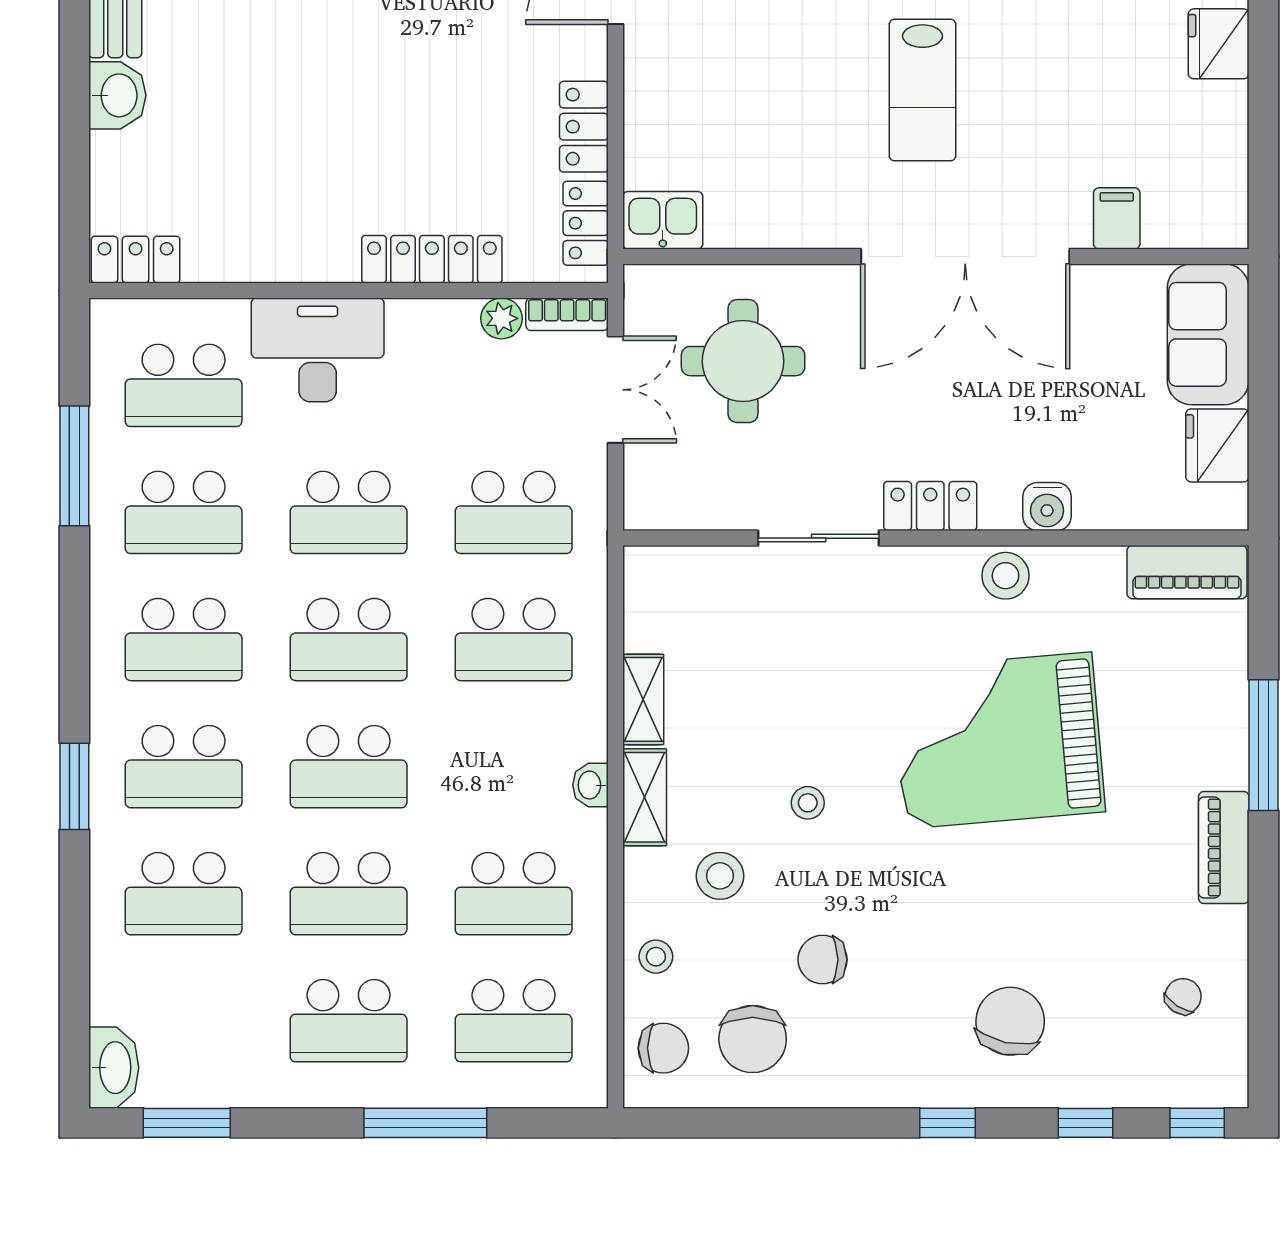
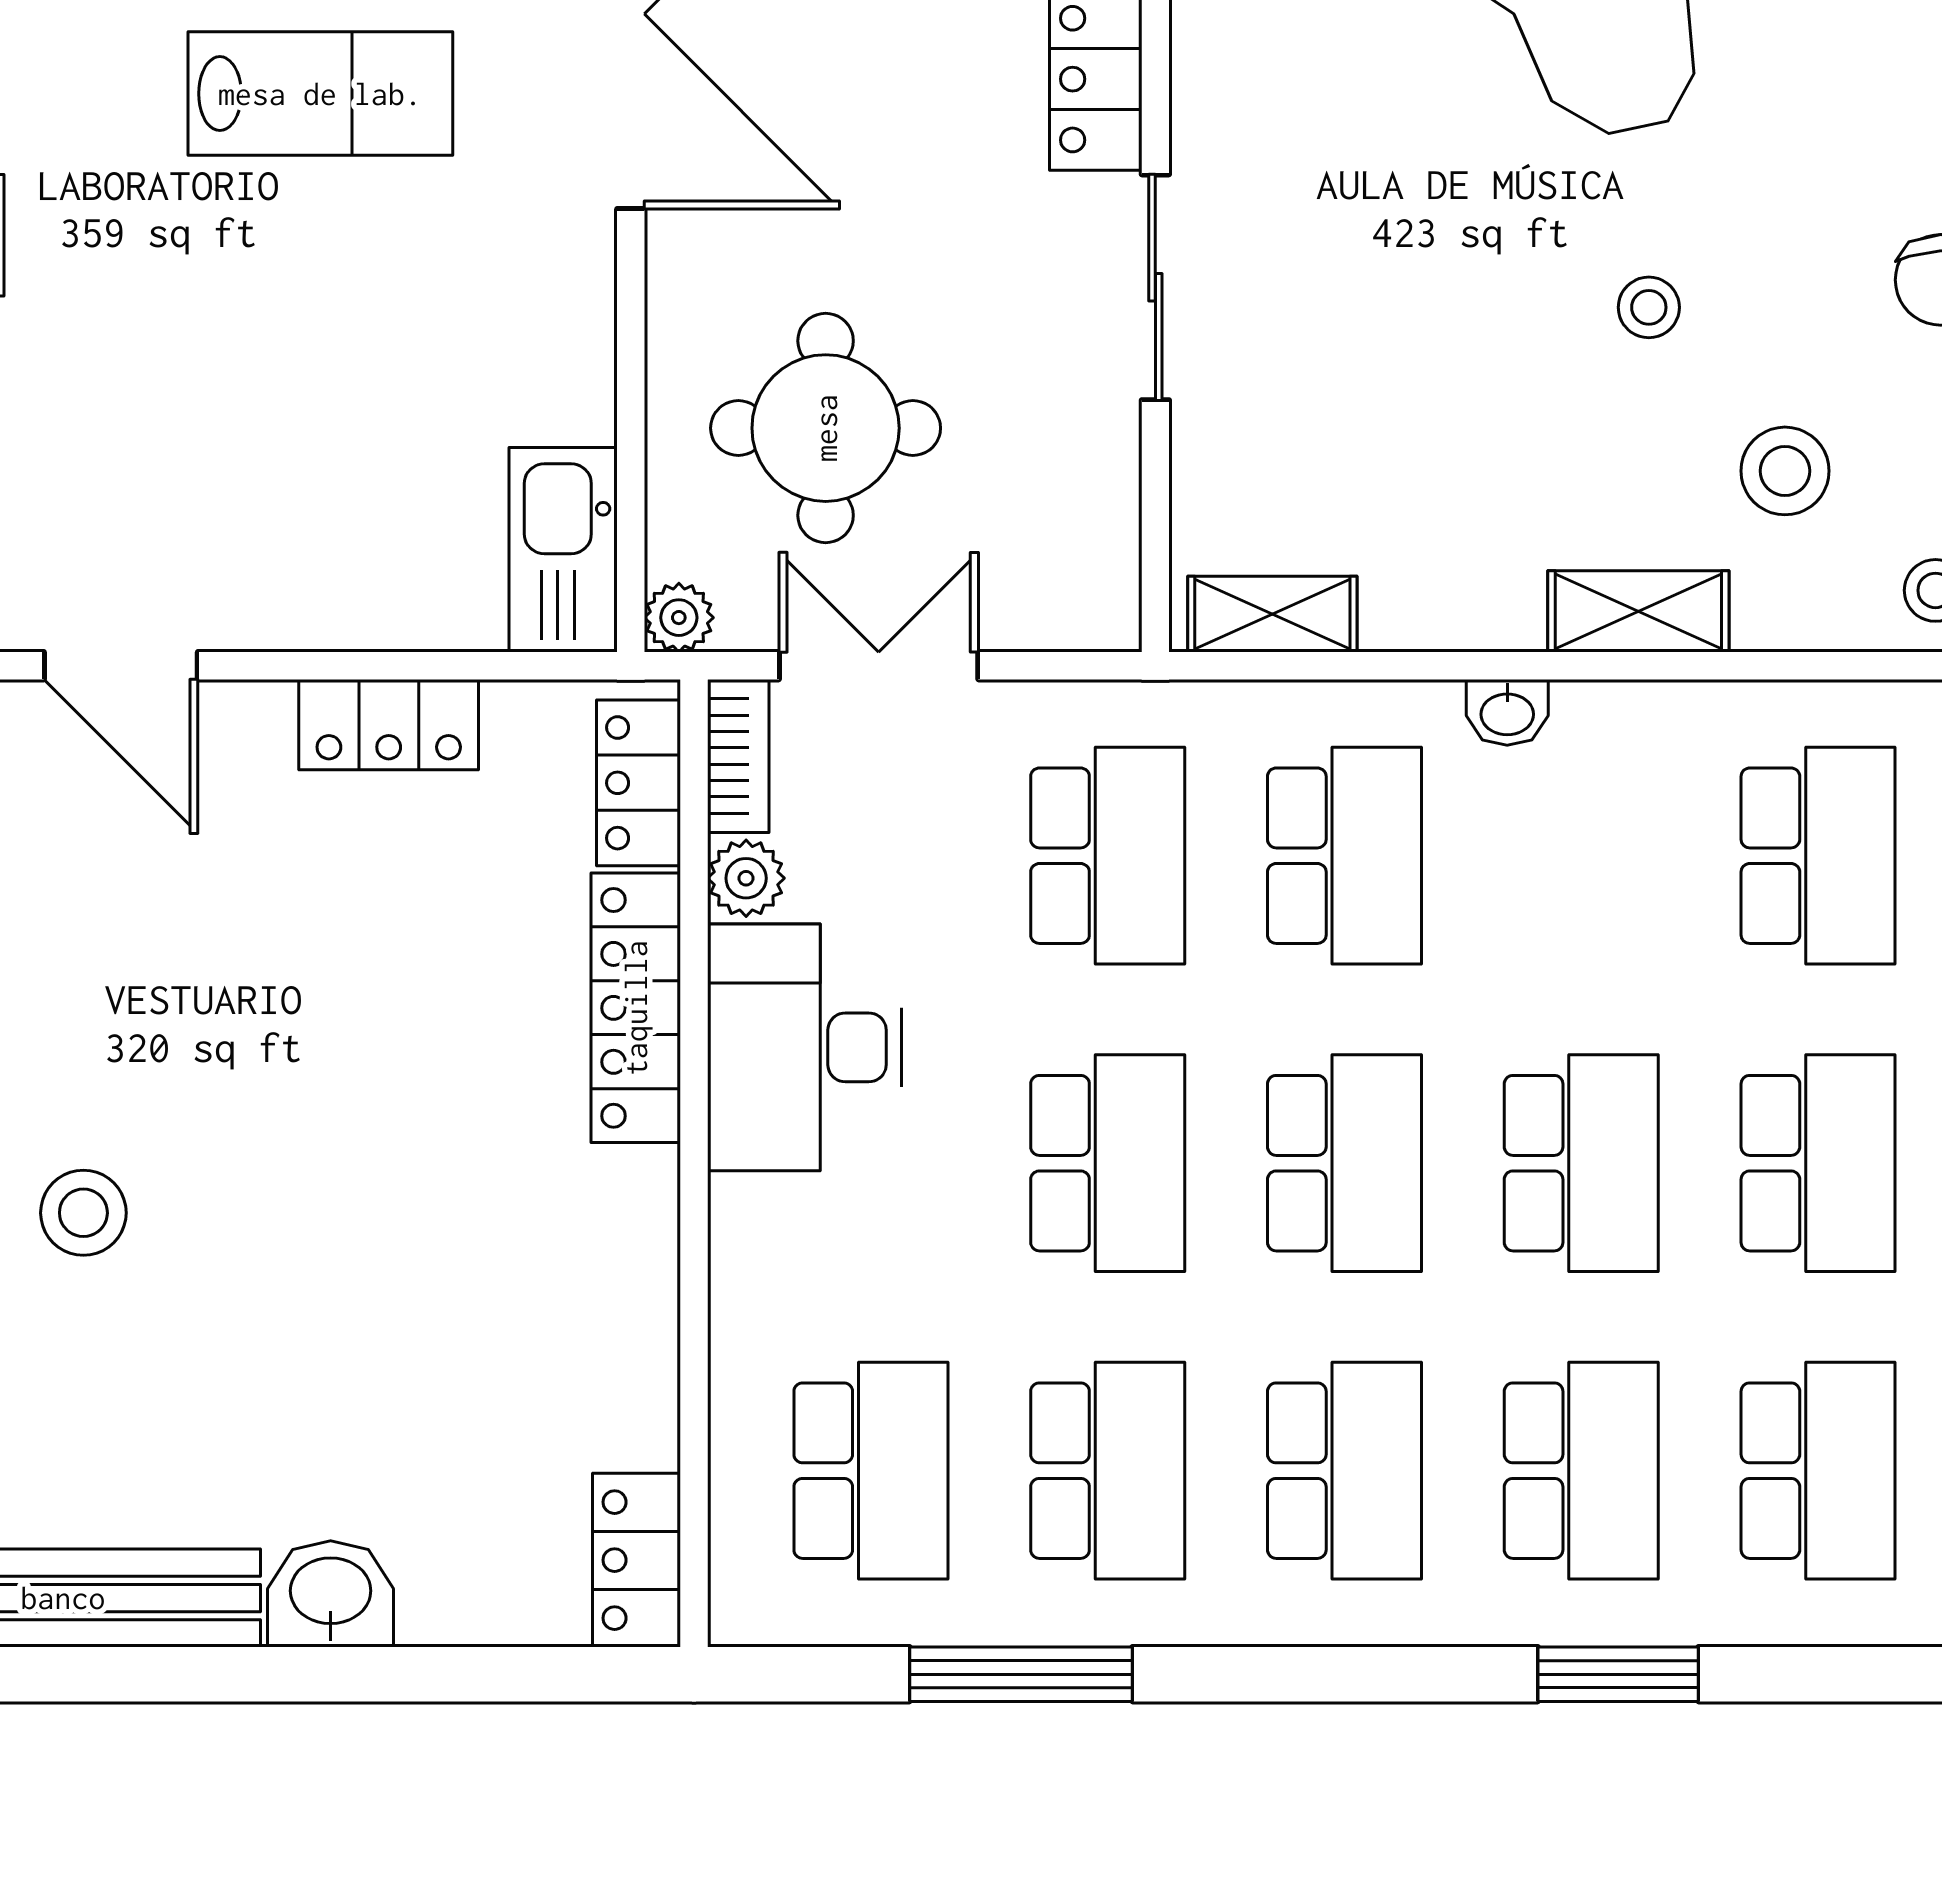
kitchen sink: (663, 220) -> (563, 550), width x1.38
locker: (586, 223) -> (639, 783), moved, turned 90
plant: (641, 282) -> (679, 618), added
desk: (318, 350) -> (805, 1047), moved
shelving: (643, 699) -> (1272, 614), moved
washbasin: (590, 785) -> (1507, 712), moved

